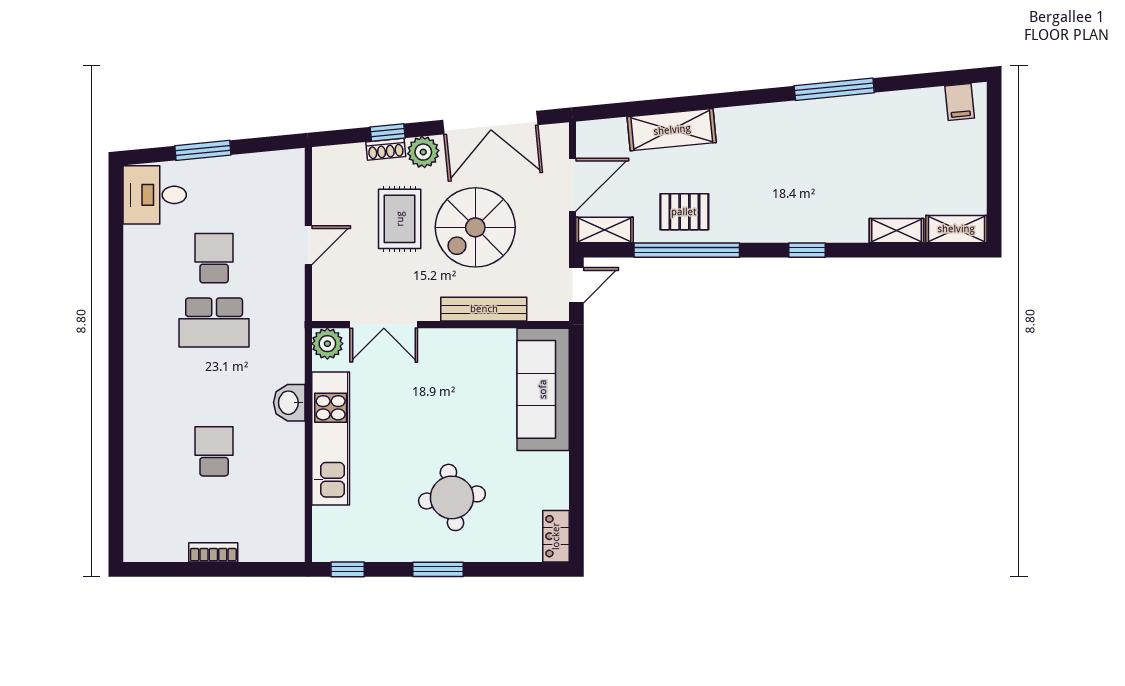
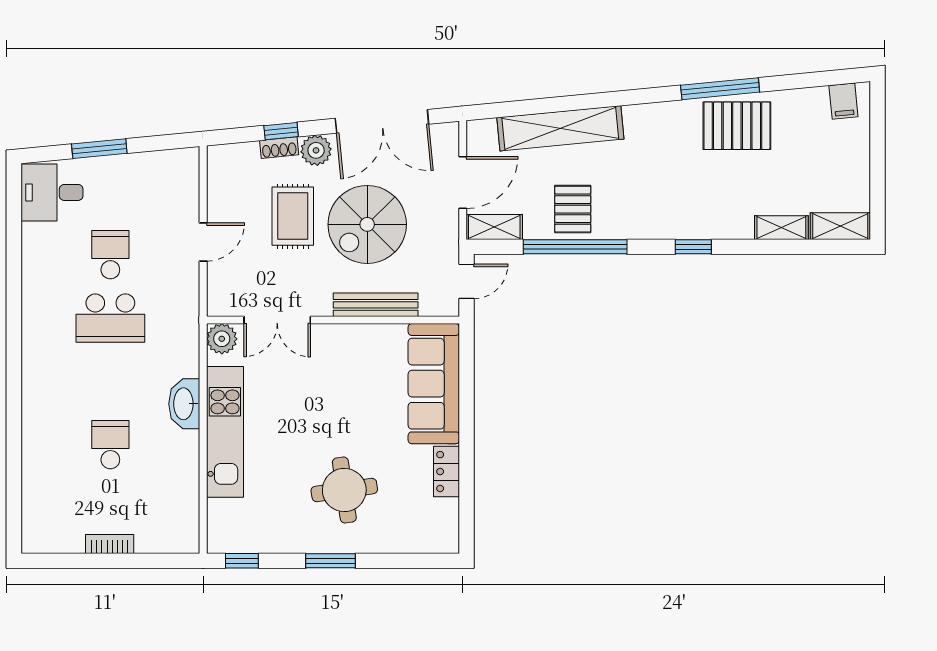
pallet: (851, 127) -> (737, 126), added
shelving: (672, 130) -> (560, 128), width x1.47
pallet: (684, 212) -> (573, 209), turned 90
washbasin: (289, 403) -> (184, 404), width x1.38
locker: (556, 536) -> (447, 472), moved

